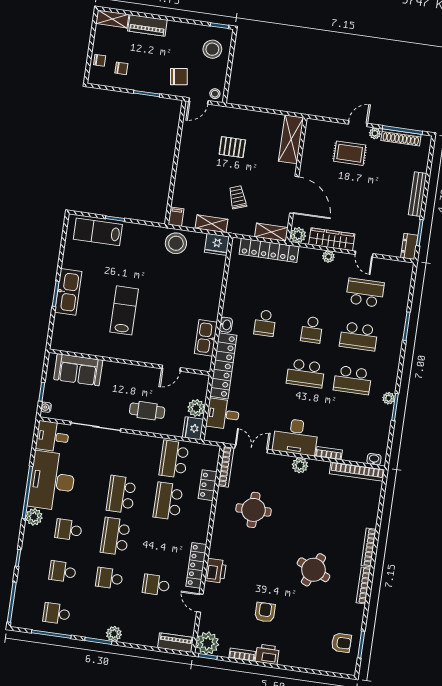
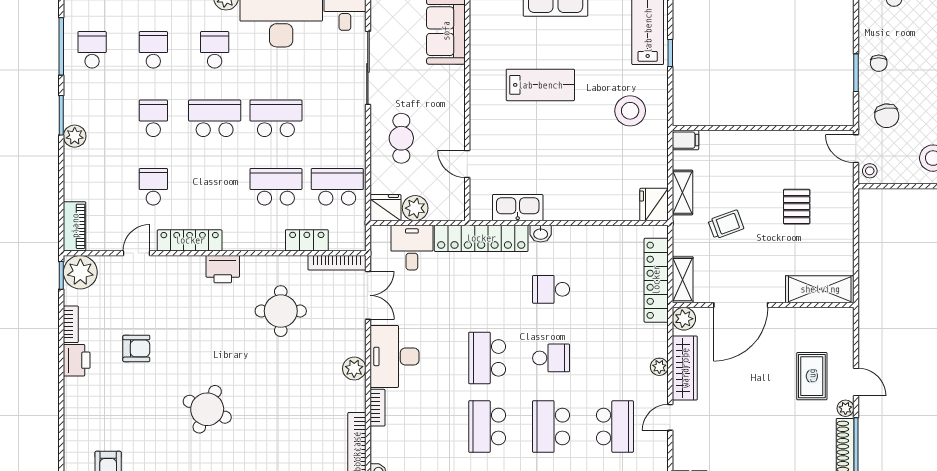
chair: (121, 68) -> (879, 63), moved
stool: (176, 243) -> (630, 111), moved
school desk: (312, 330) -> (551, 358), turned 180
printer: (216, 571) -> (223, 269), moved

